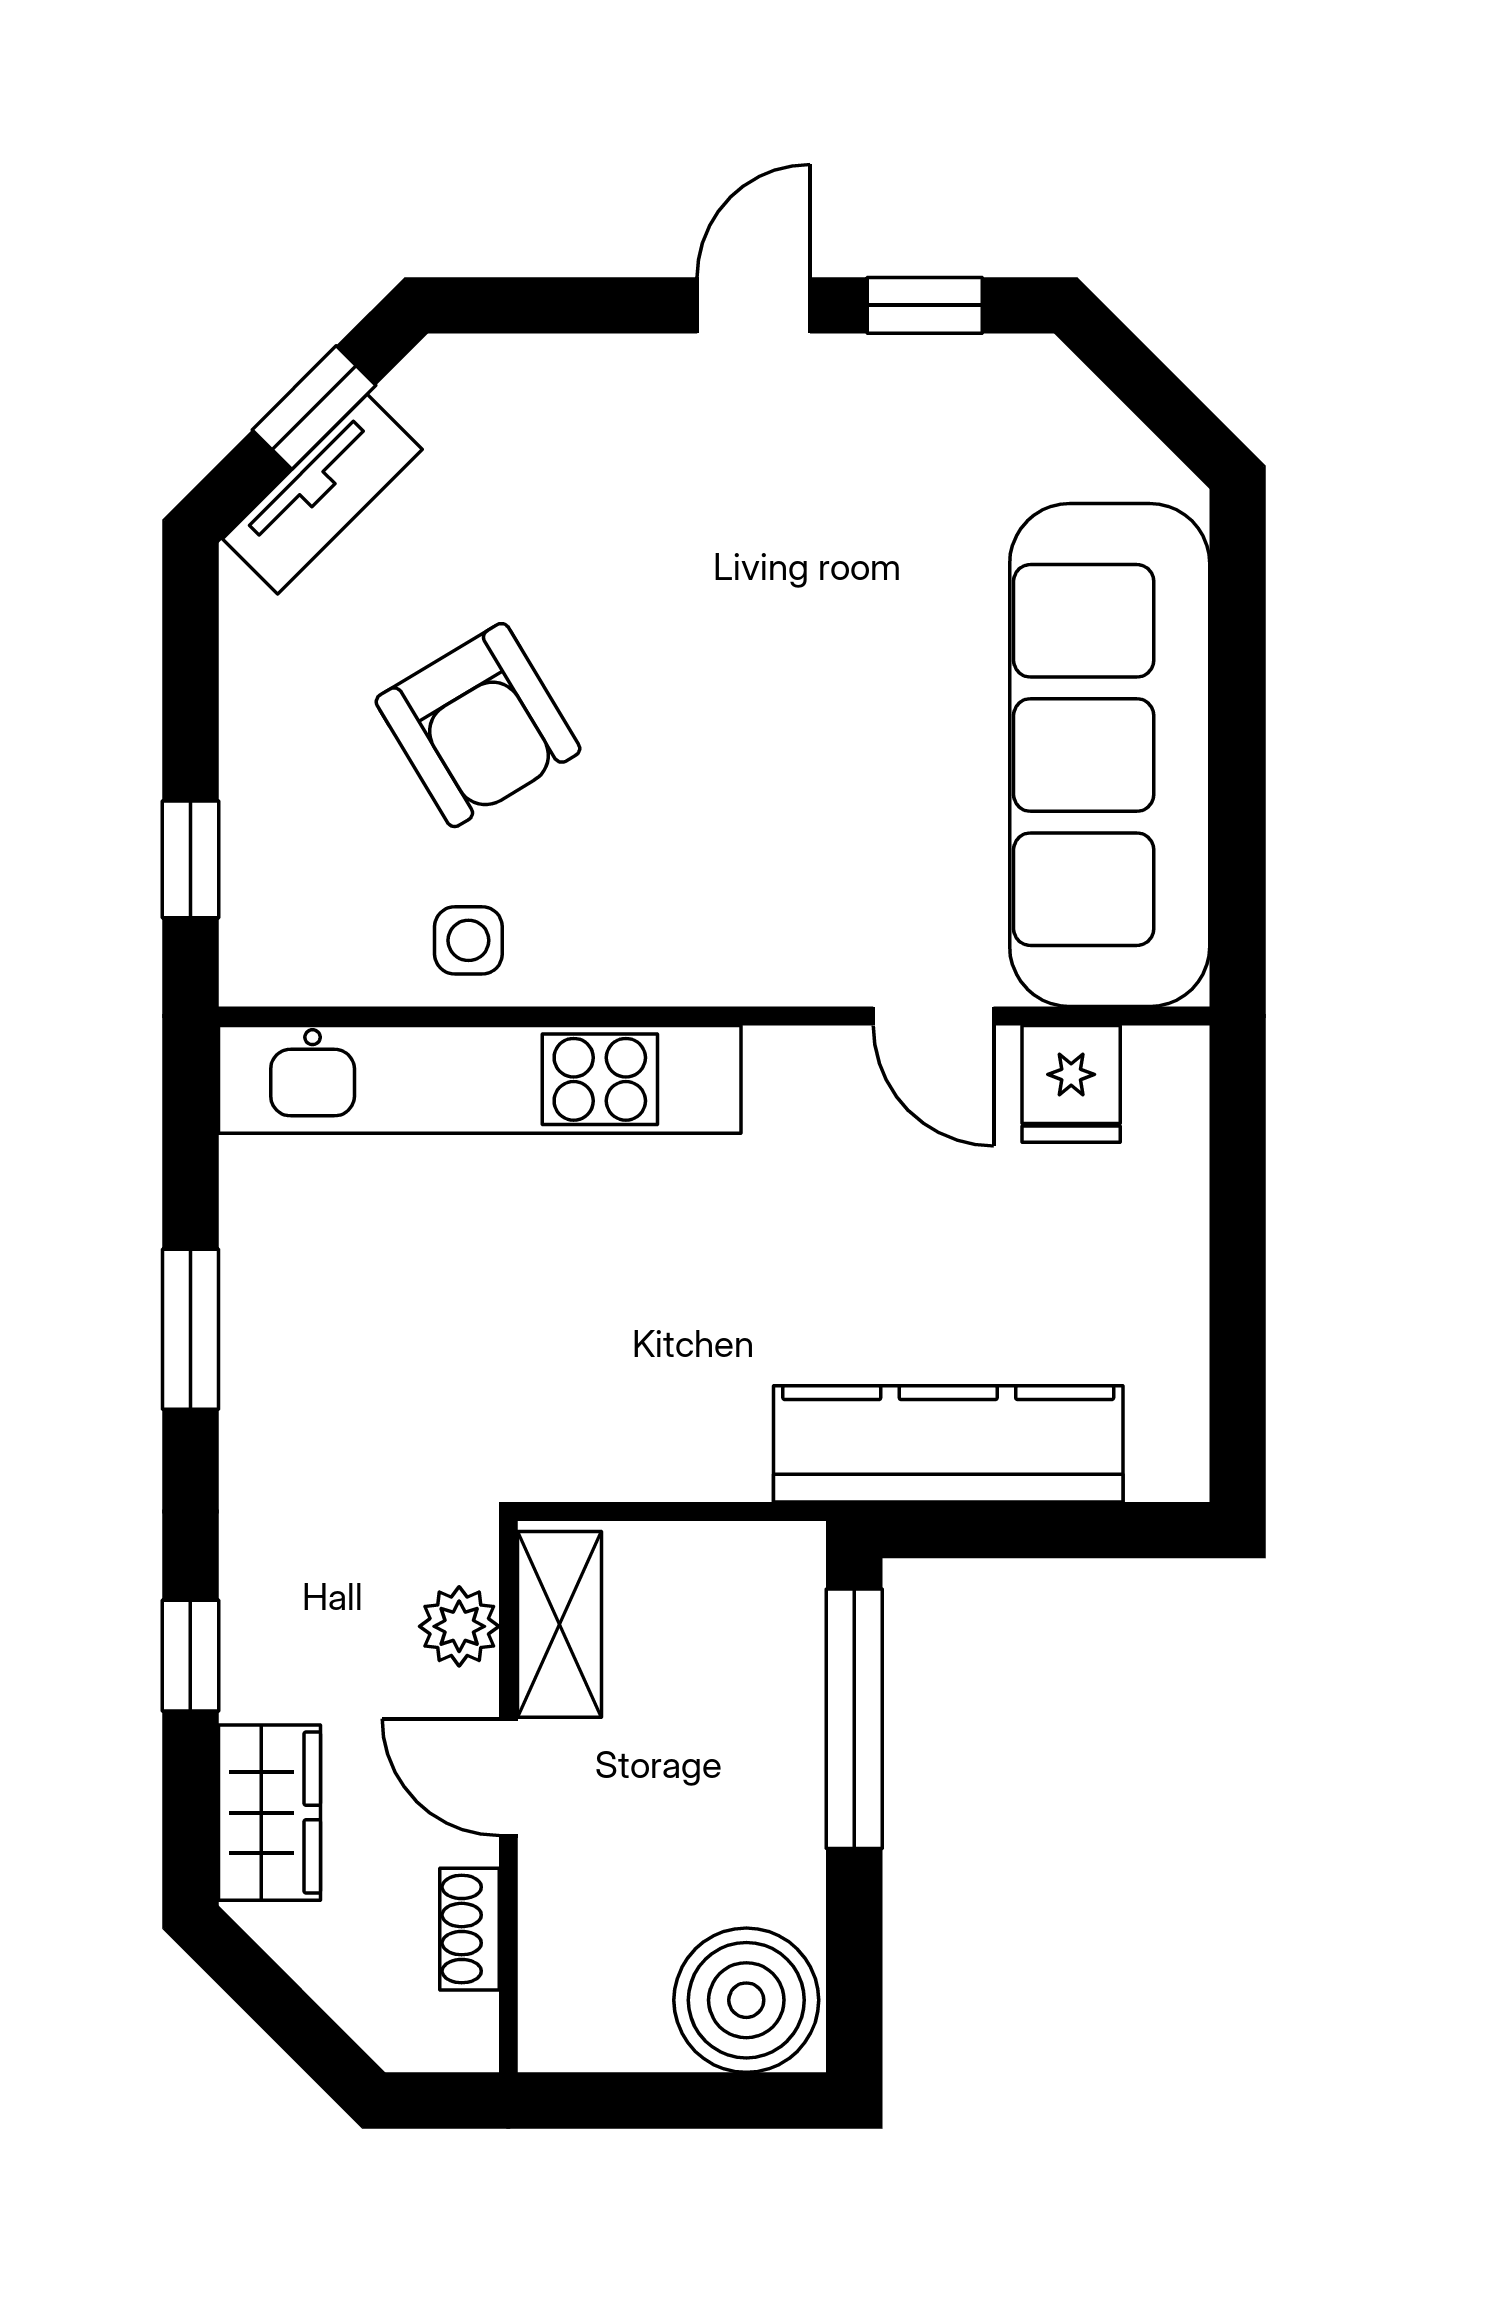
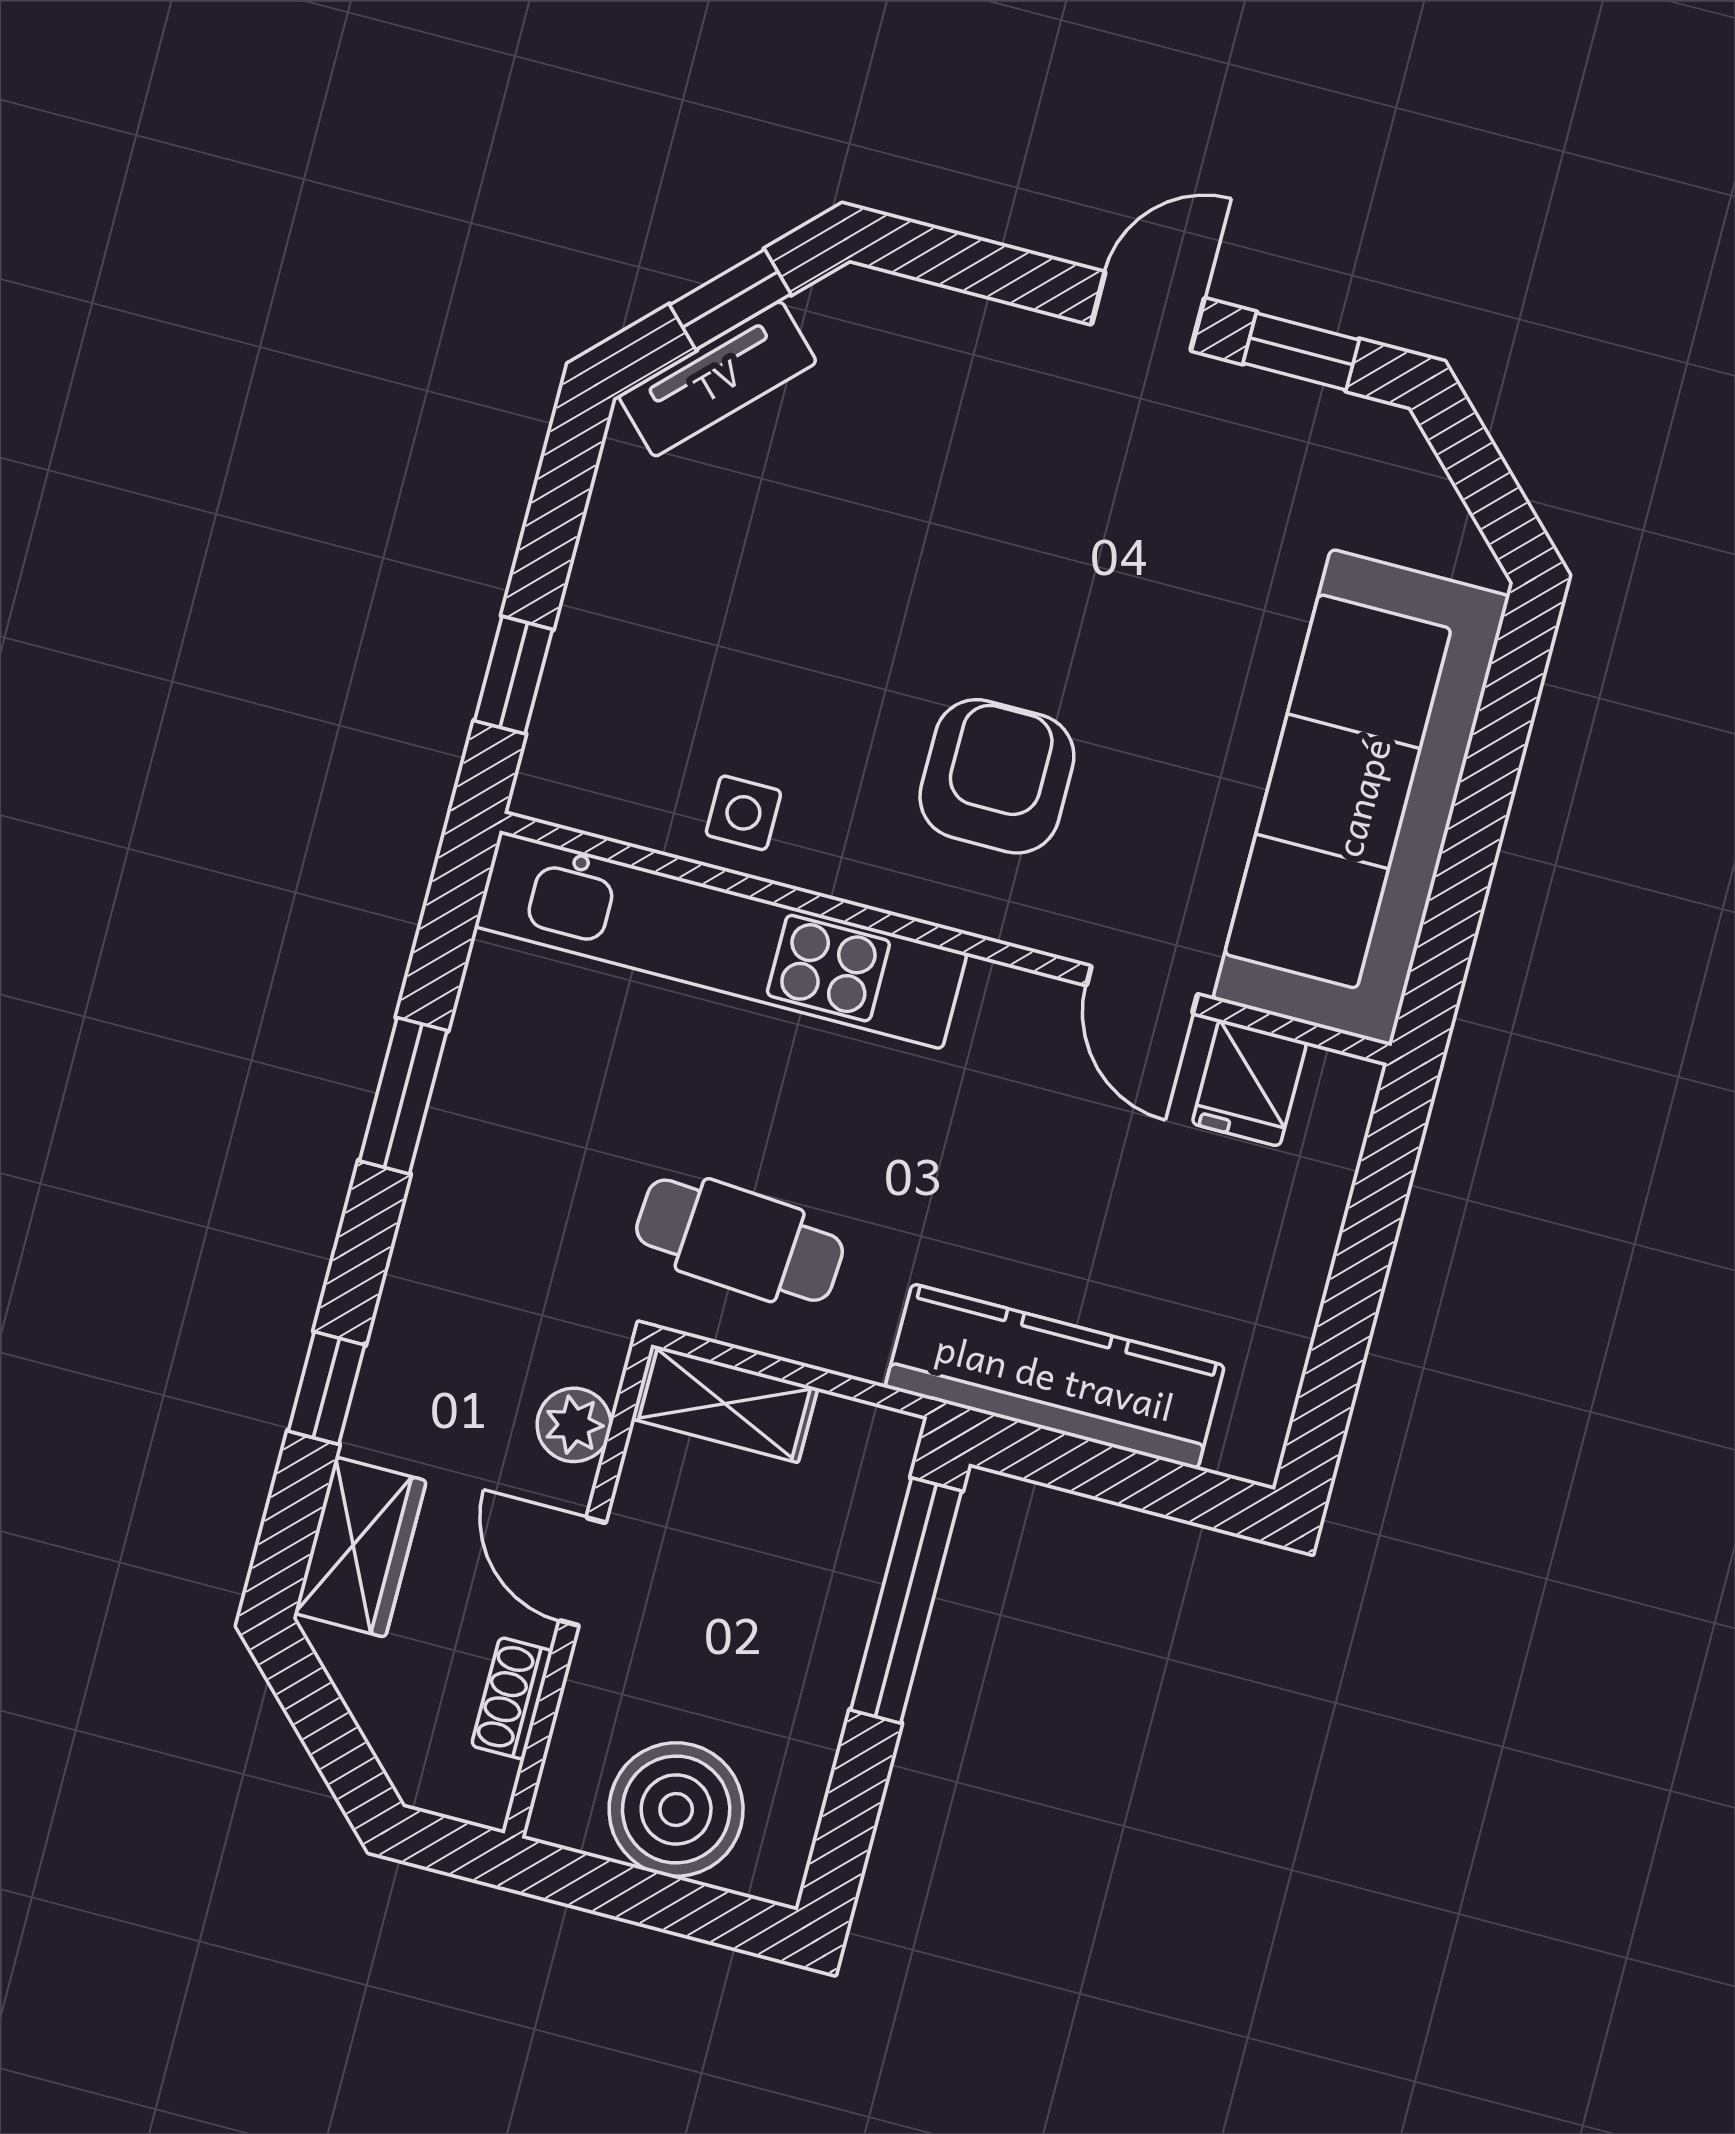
armchair: (478, 725) -> (997, 776), moved, turned -149
cafe table: (582, 1388) -> (740, 1240), added
shelving: (560, 1624) -> (725, 1404), moved, turned 90
boiler: (746, 2000) -> (676, 1809), moved

